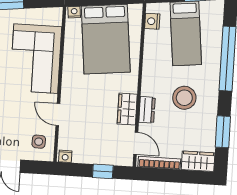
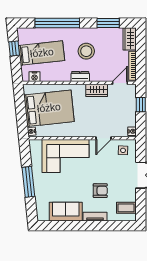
dresser: (147, 110) -> (80, 77), moved

